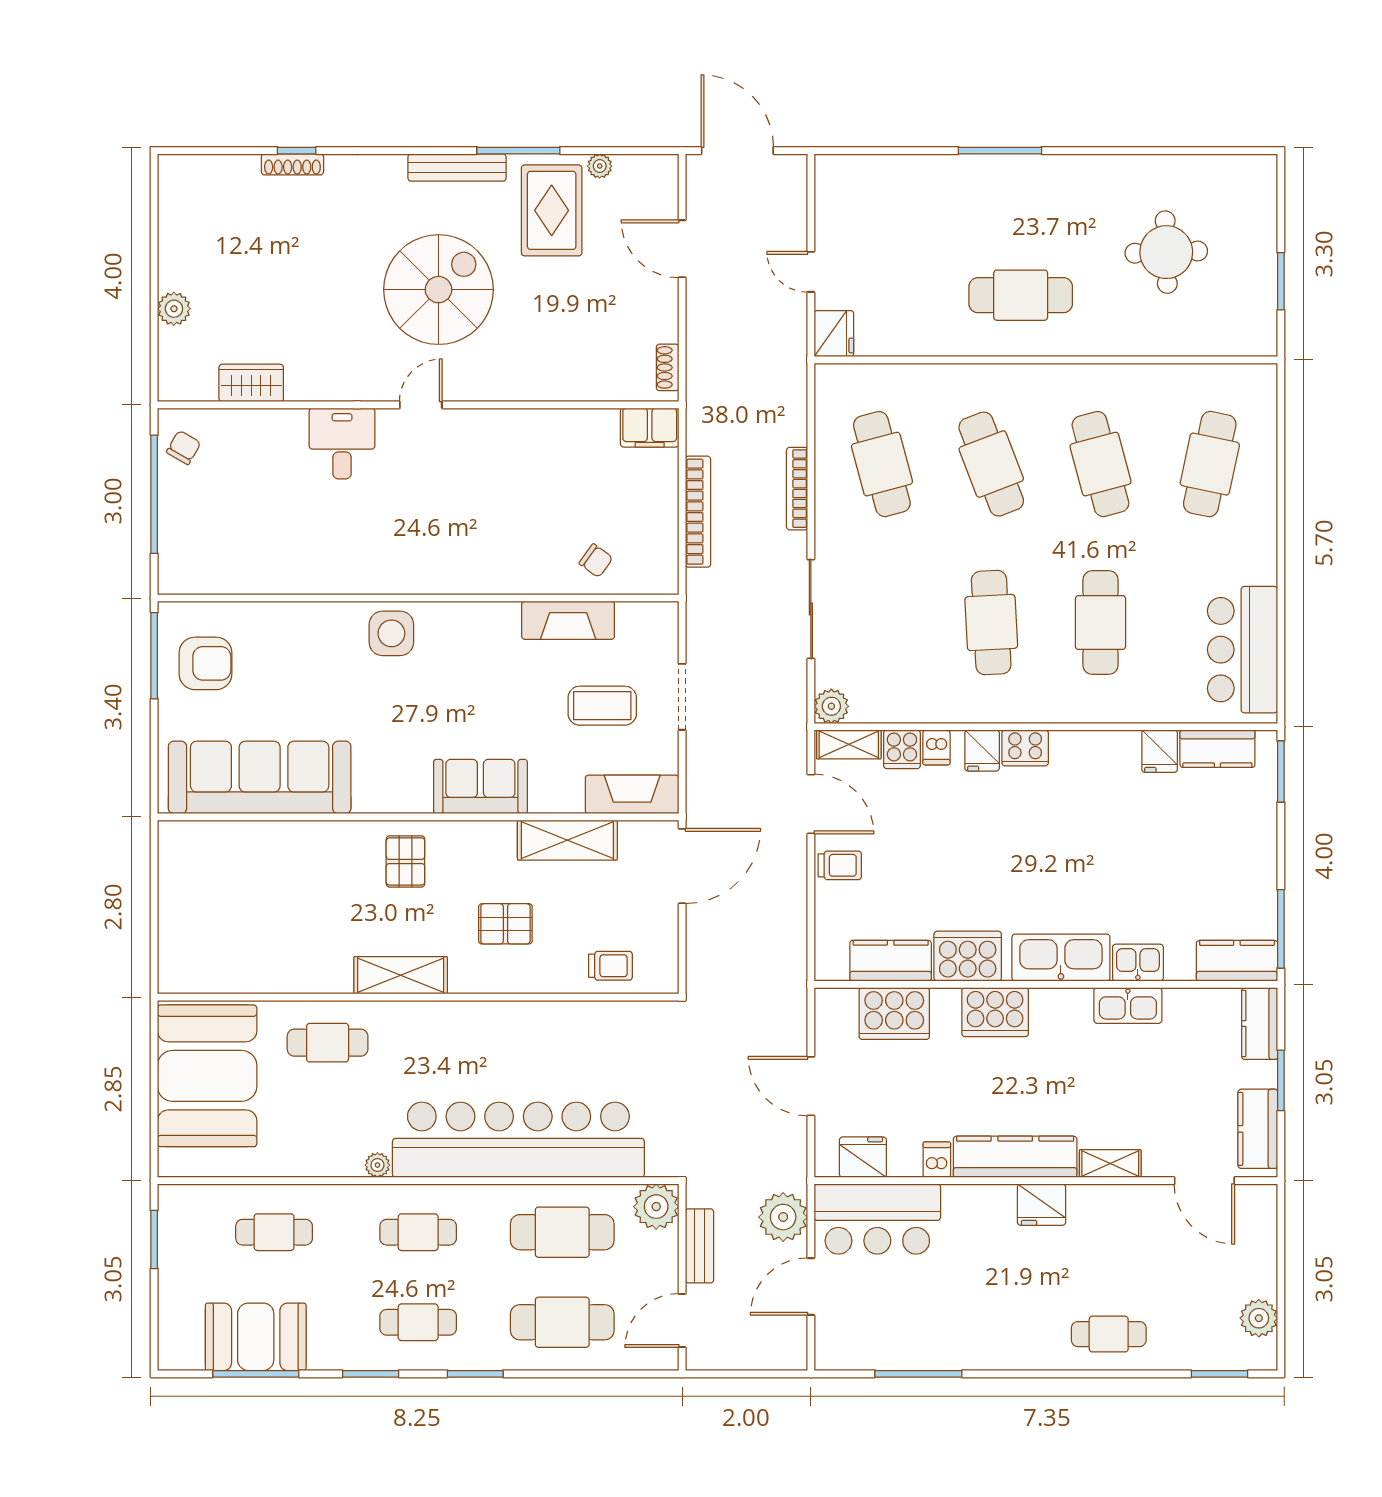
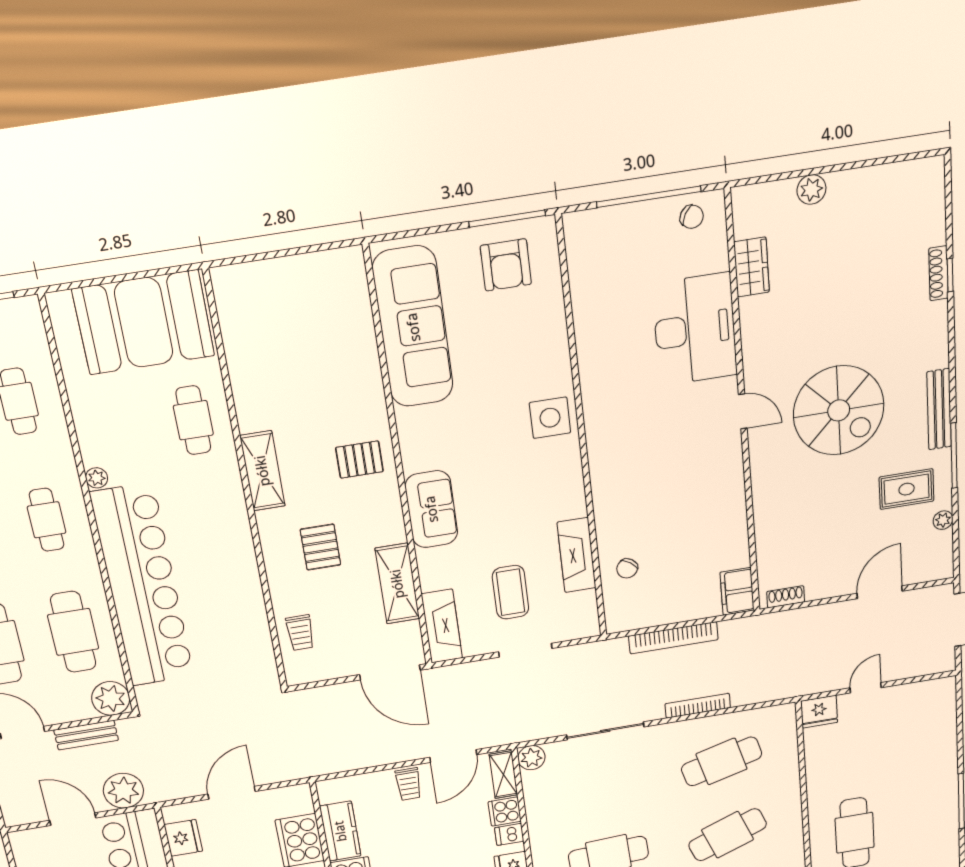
rug: (552, 210) -> (907, 489), width x0.73, depth x0.70
desk: (342, 443) -> (695, 329), width x1.87, depth x1.30

